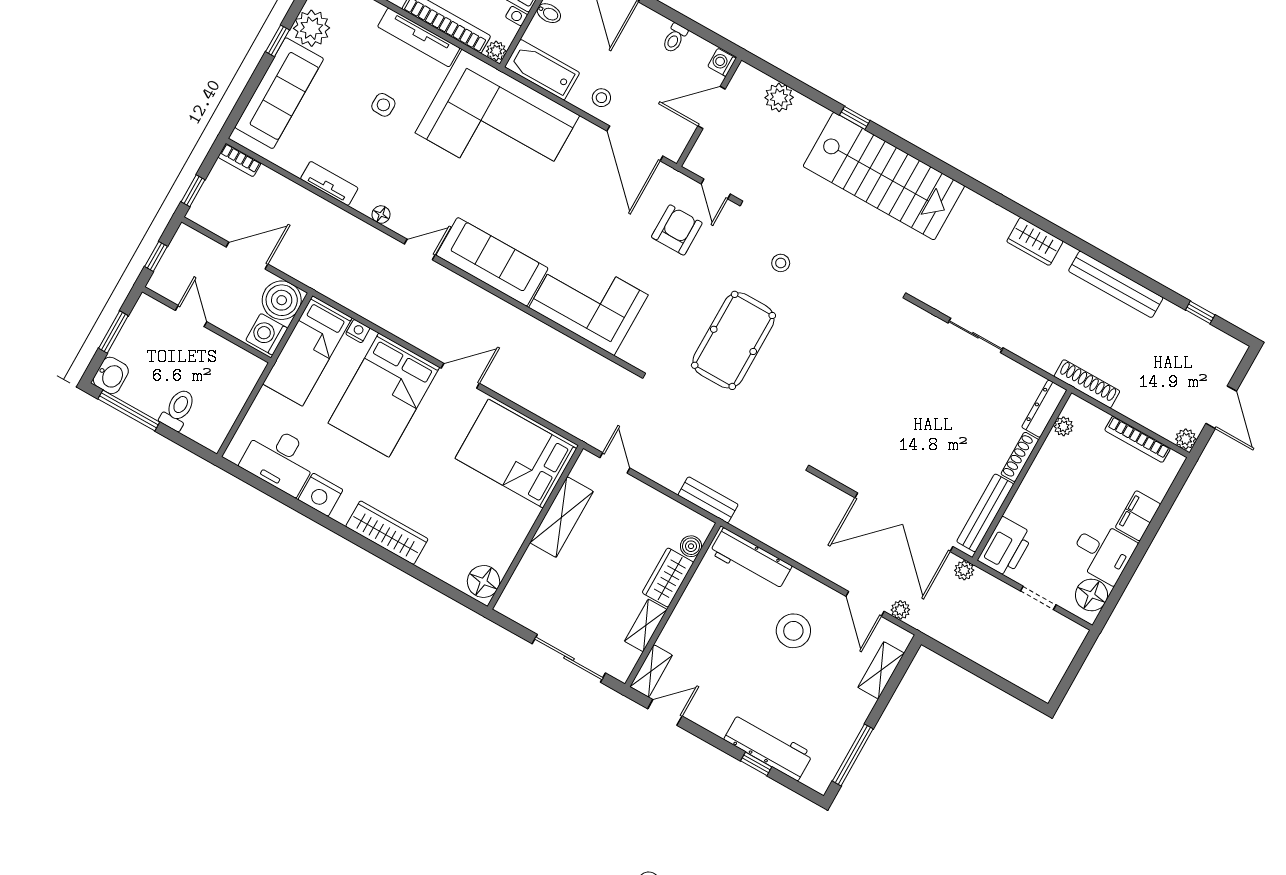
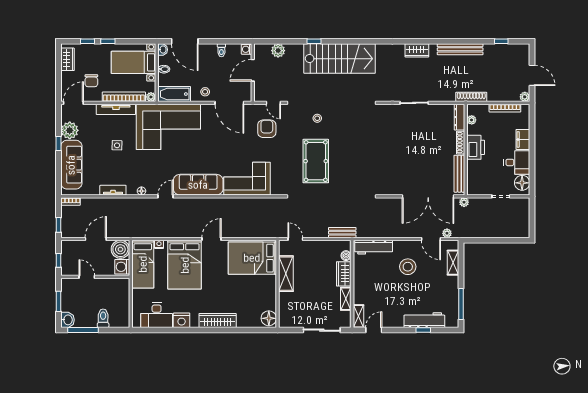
printer: (1006, 547) -> (476, 147), moved

